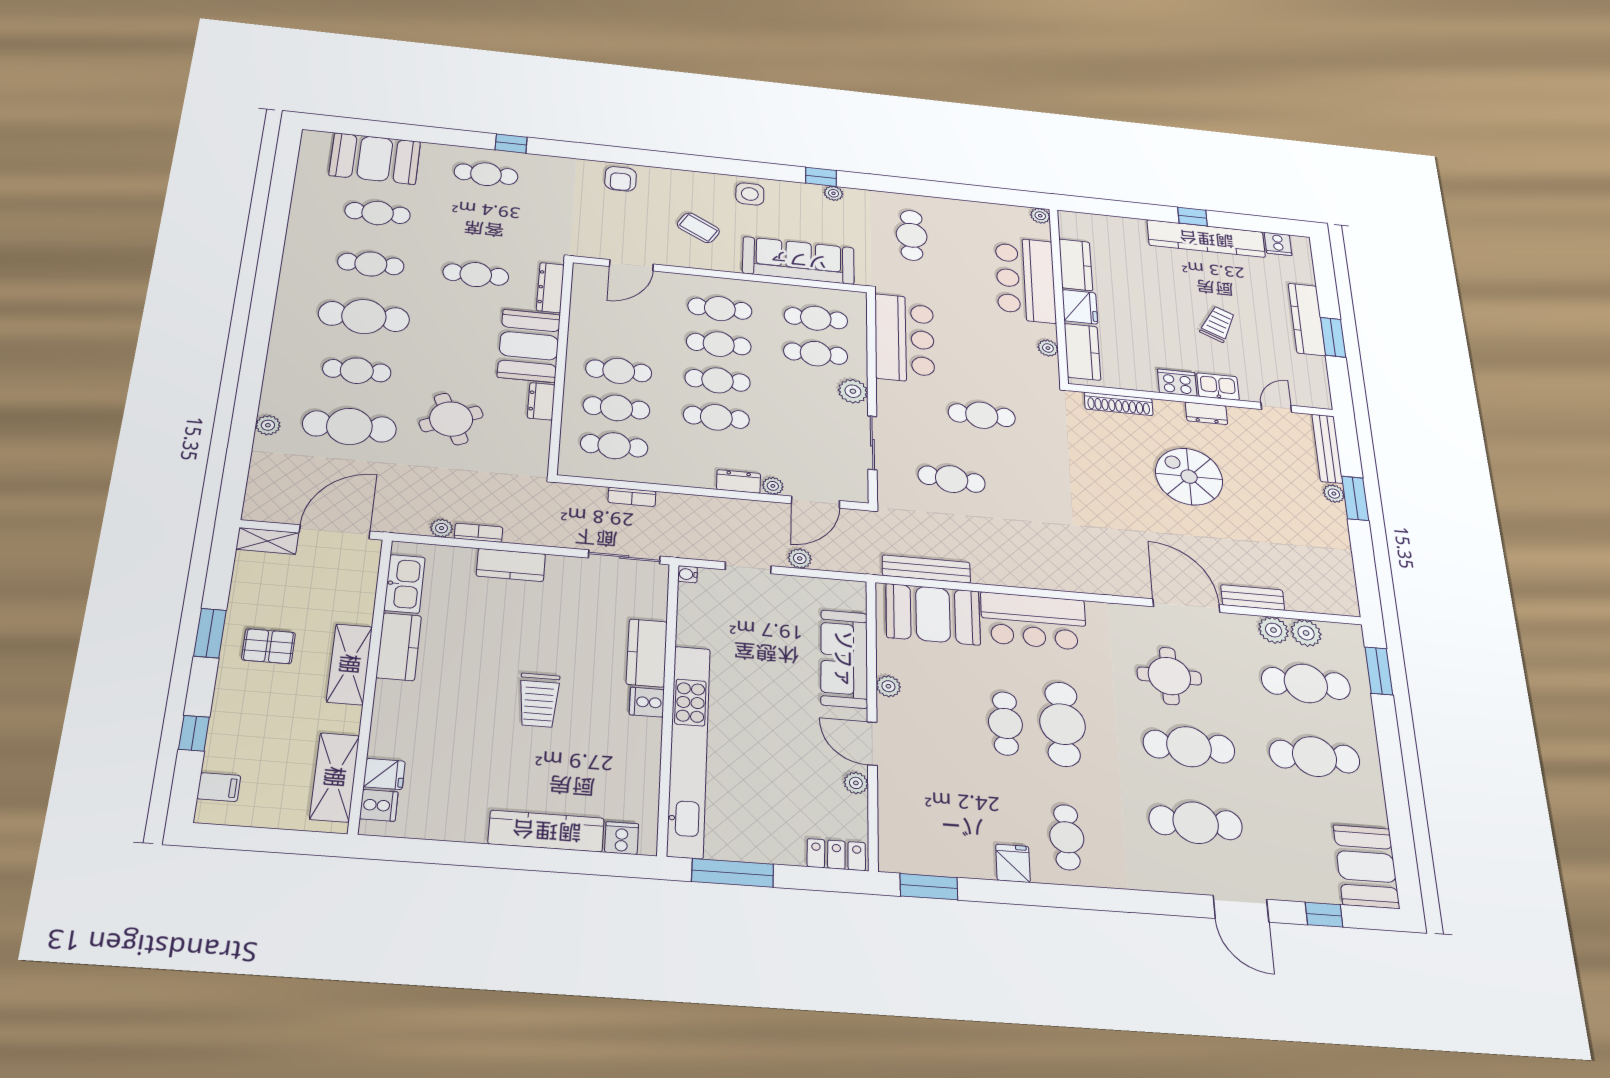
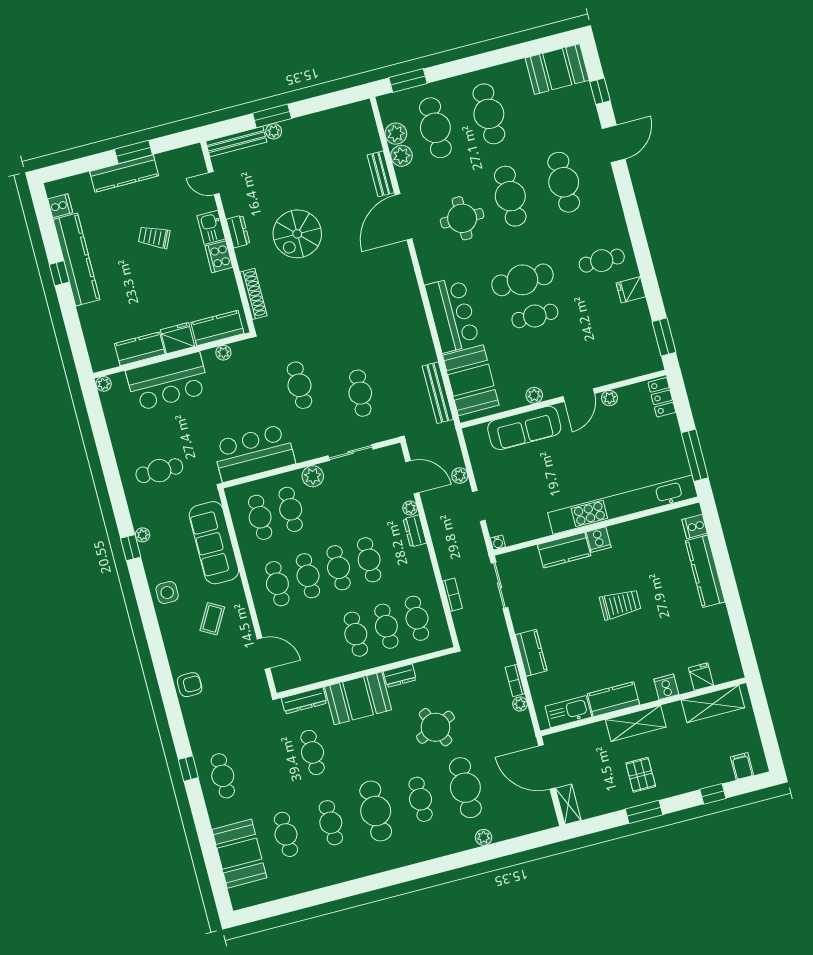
cooker: (379, 805) -> (666, 687), moved

